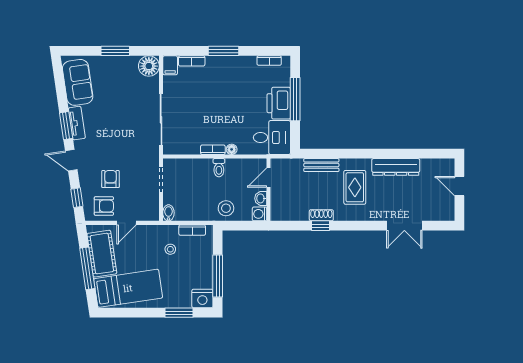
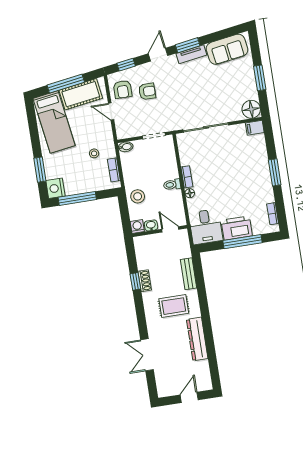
bookcase: (192, 61) -> (262, 146), removed

